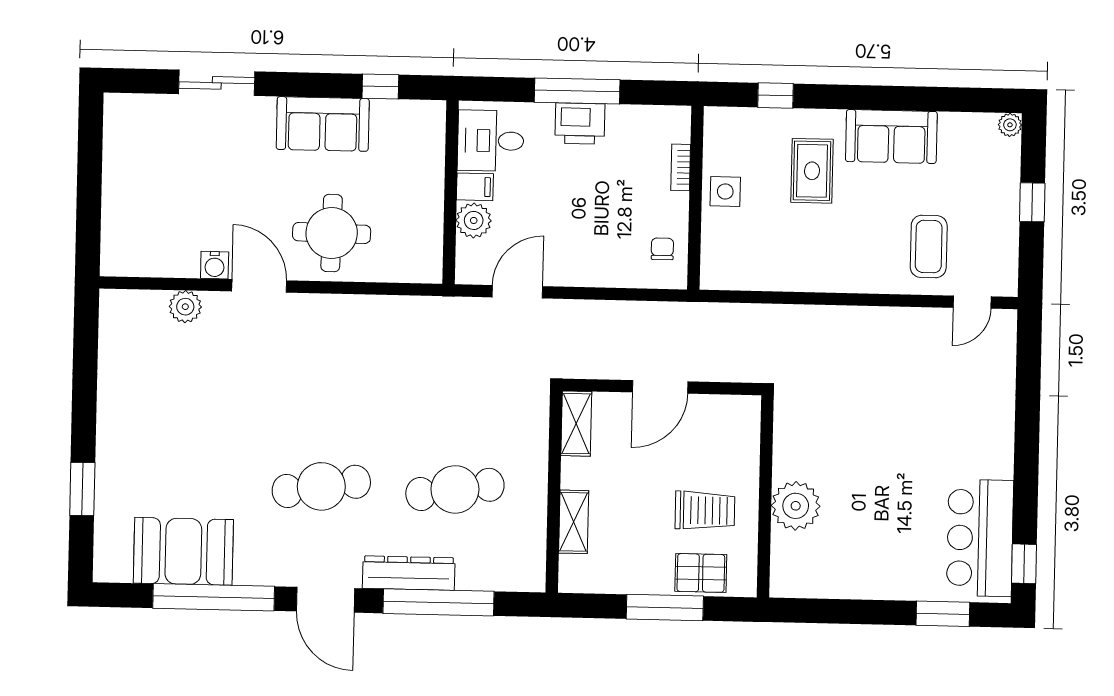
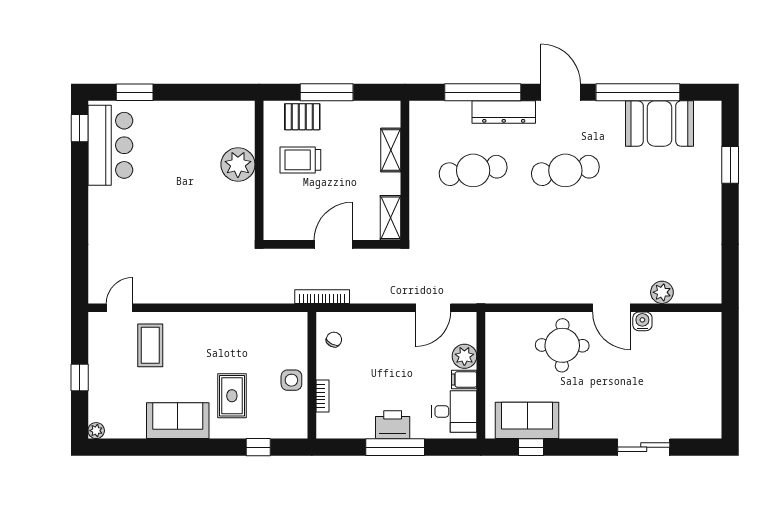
sofa: (323, 124) -> (527, 420), moved
chair: (662, 249) -> (334, 340), turned -152
bookcase: (678, 312) -> (322, 297), added

